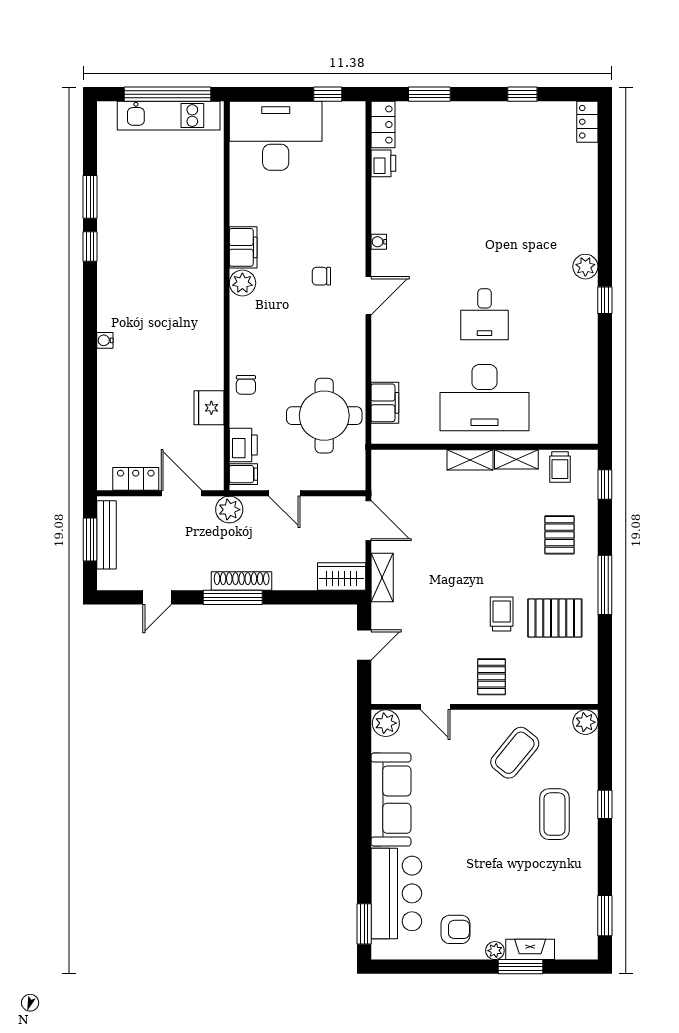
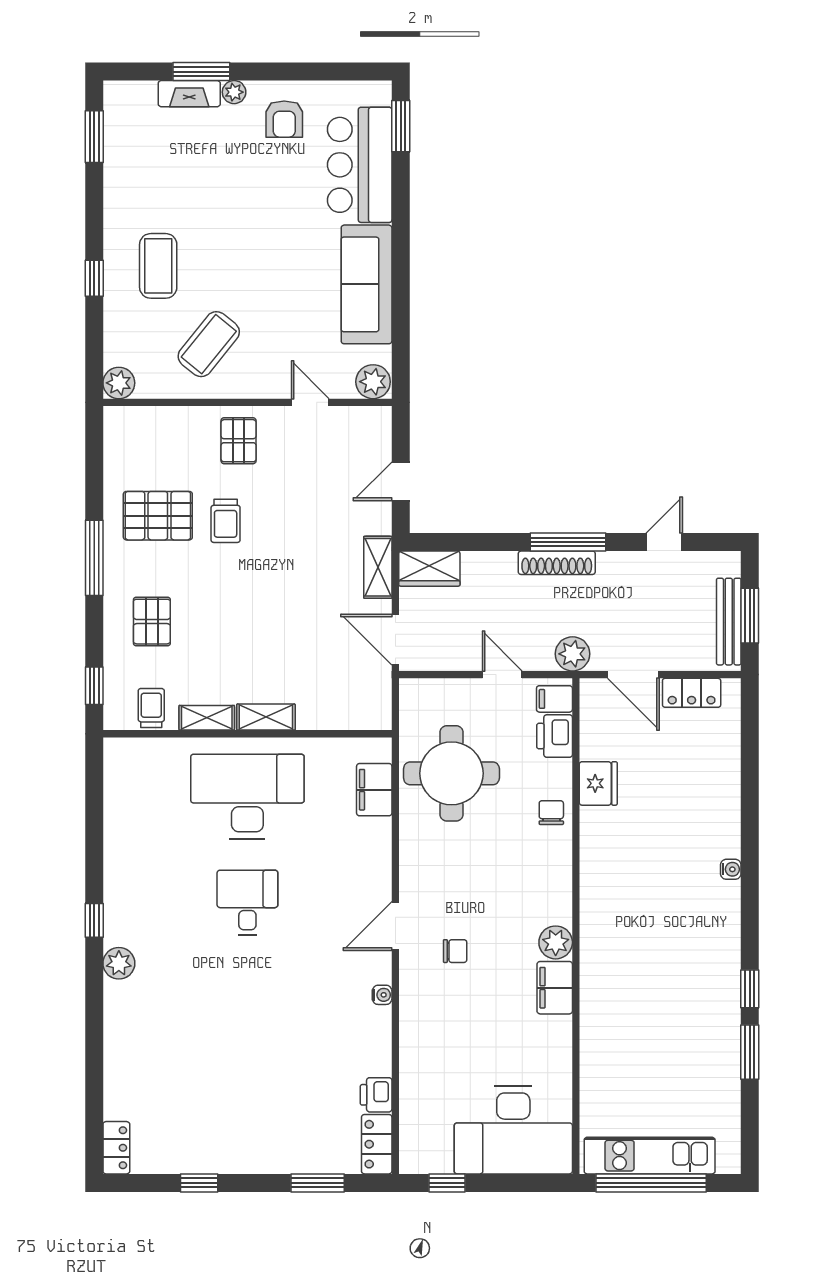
armchair: (456, 929) -> (284, 119), turned -90

